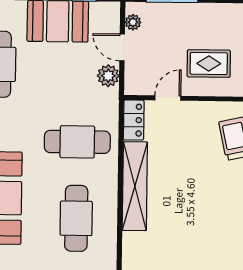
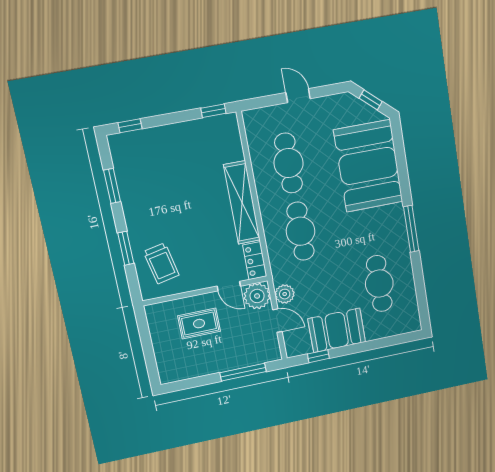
plant: (133, 22) -> (257, 296), moved, width x1.87, depth x1.87
door: (168, 98) -> (229, 286), hinge flipped
cafe table: (77, 142) -> (301, 231), turned 90

